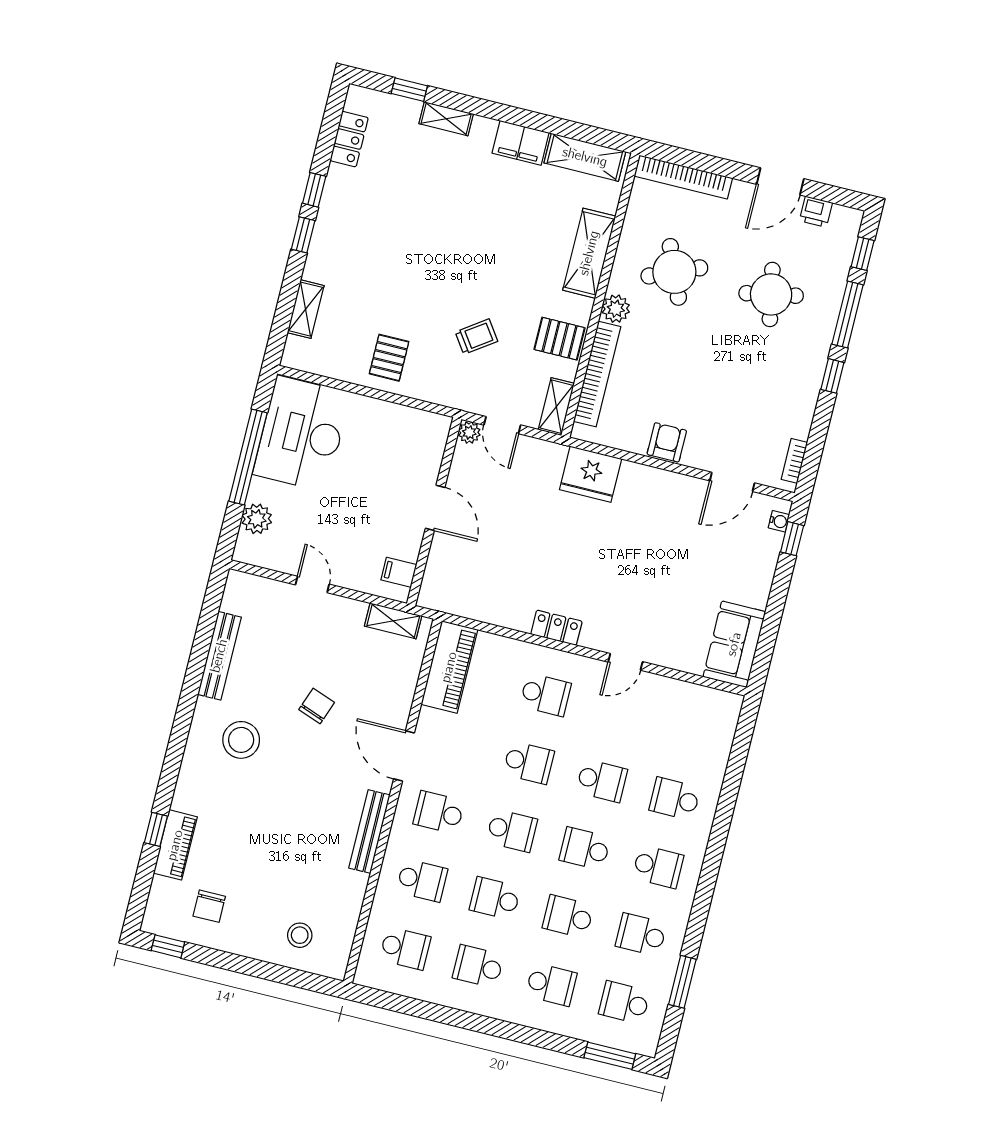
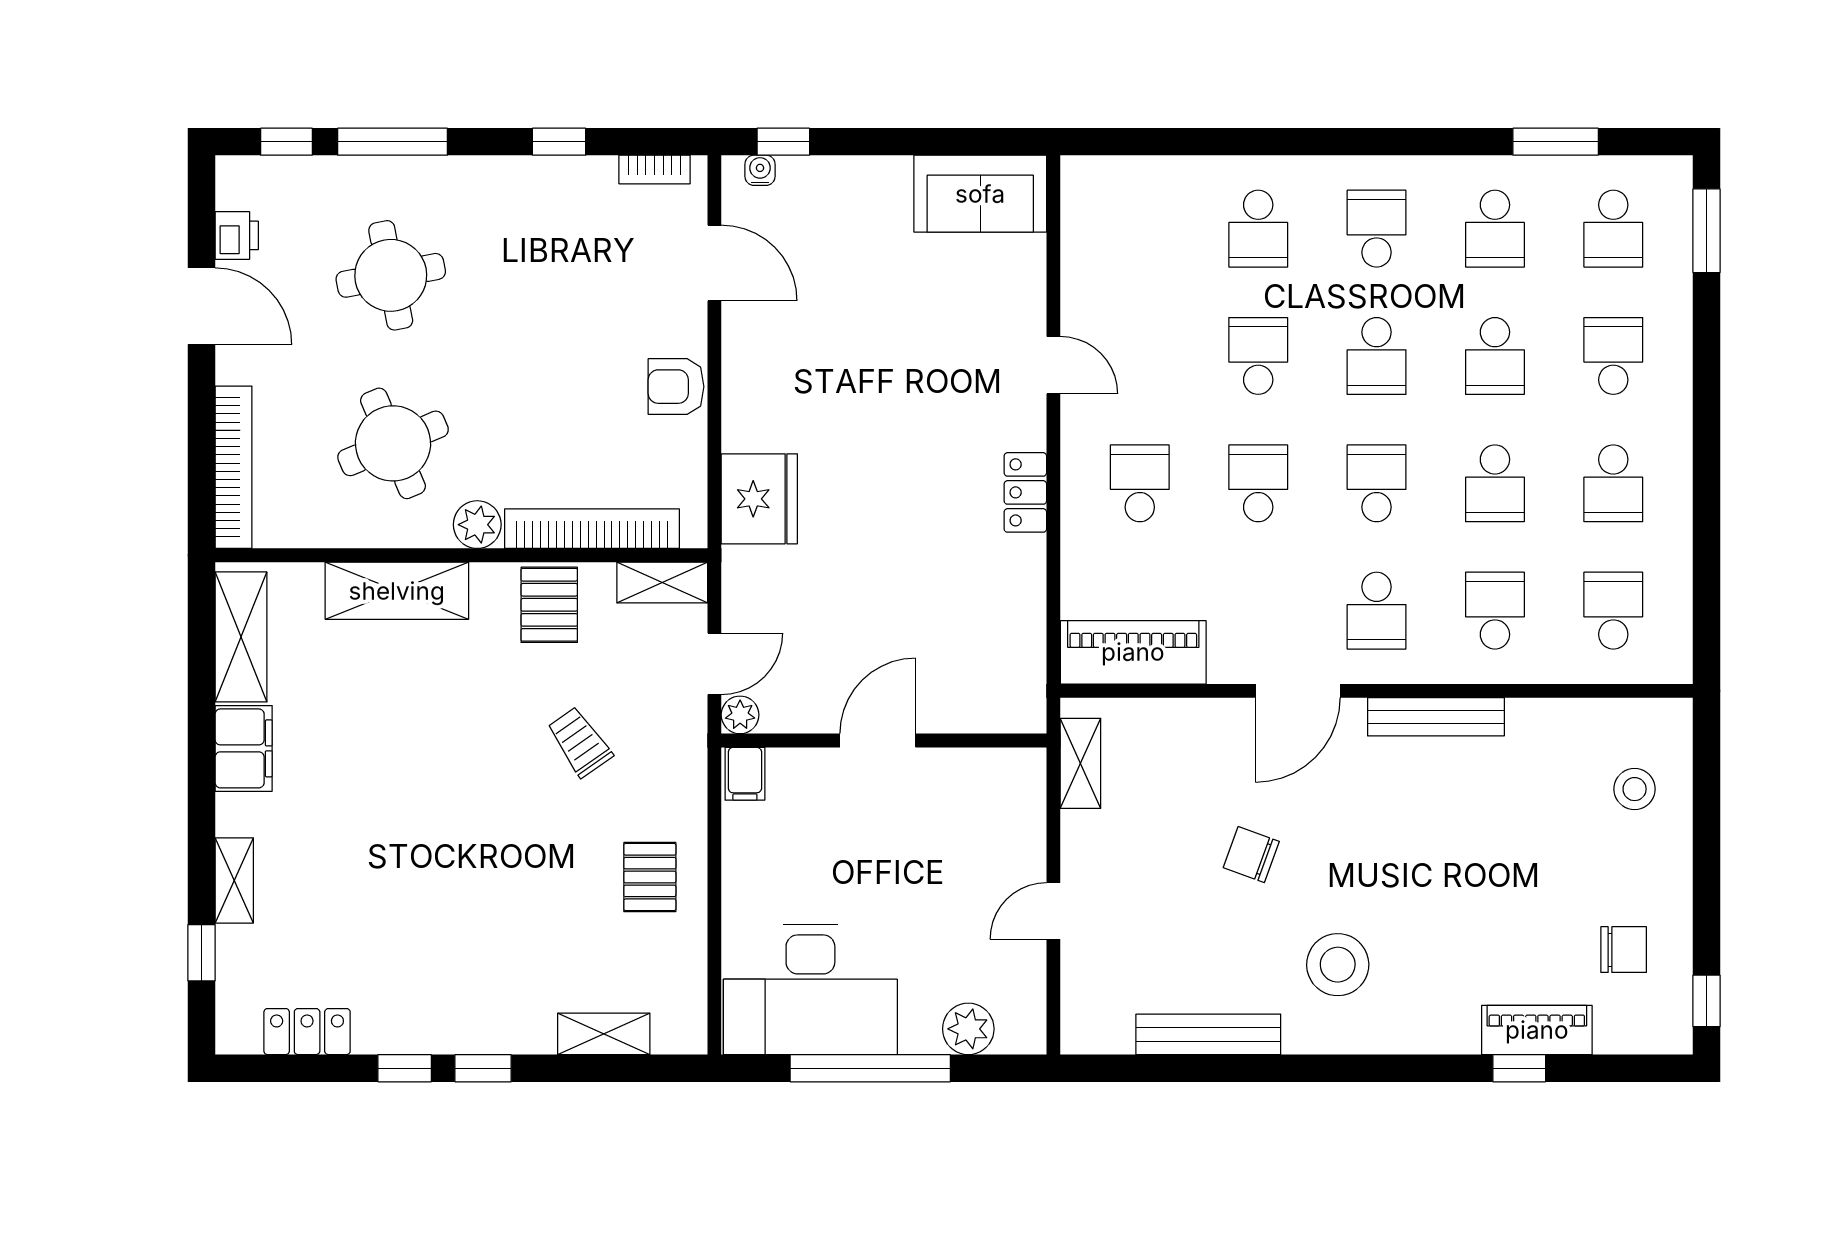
pallet: (389, 358) -> (650, 877), turned 90
window: (832, 376) -> (559, 142), moved
filing cabinet: (399, 572) -> (745, 774), moved

